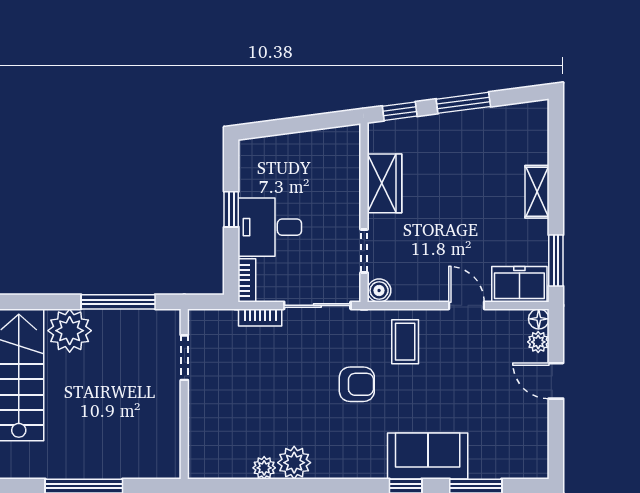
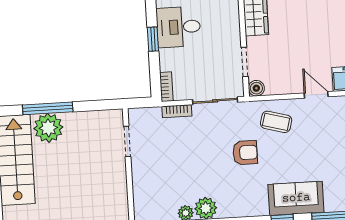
desk: (270, 227) -> (178, 27), moved
window: (118, 302) -> (48, 108), moved
coffee table: (405, 342) -> (276, 122), turned -75

